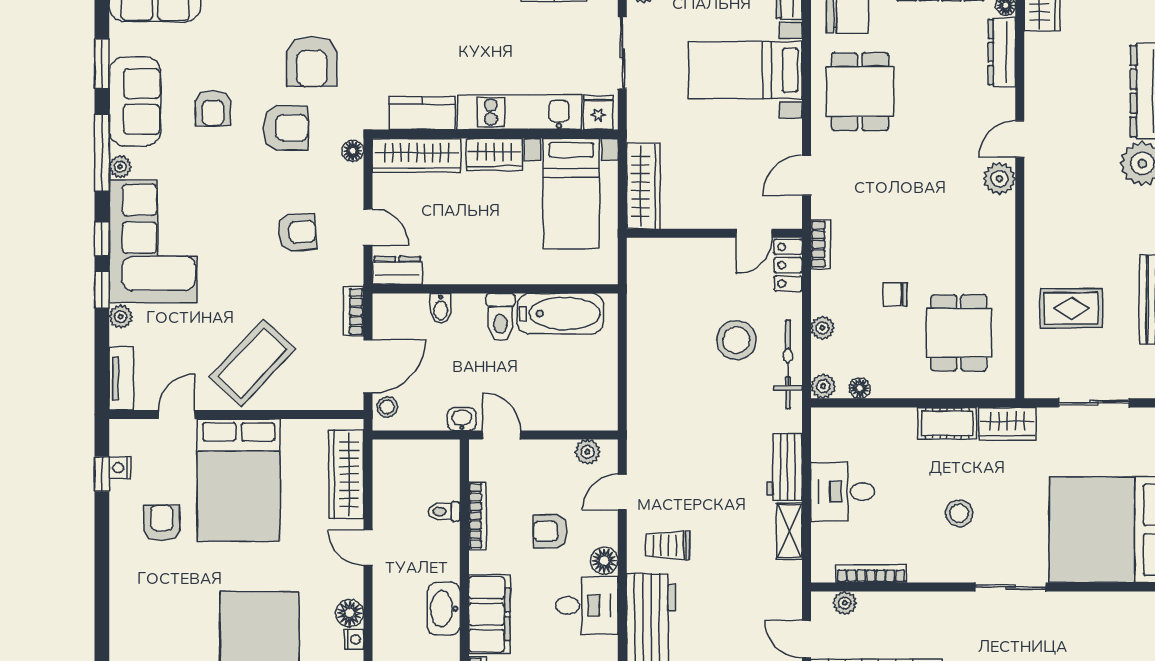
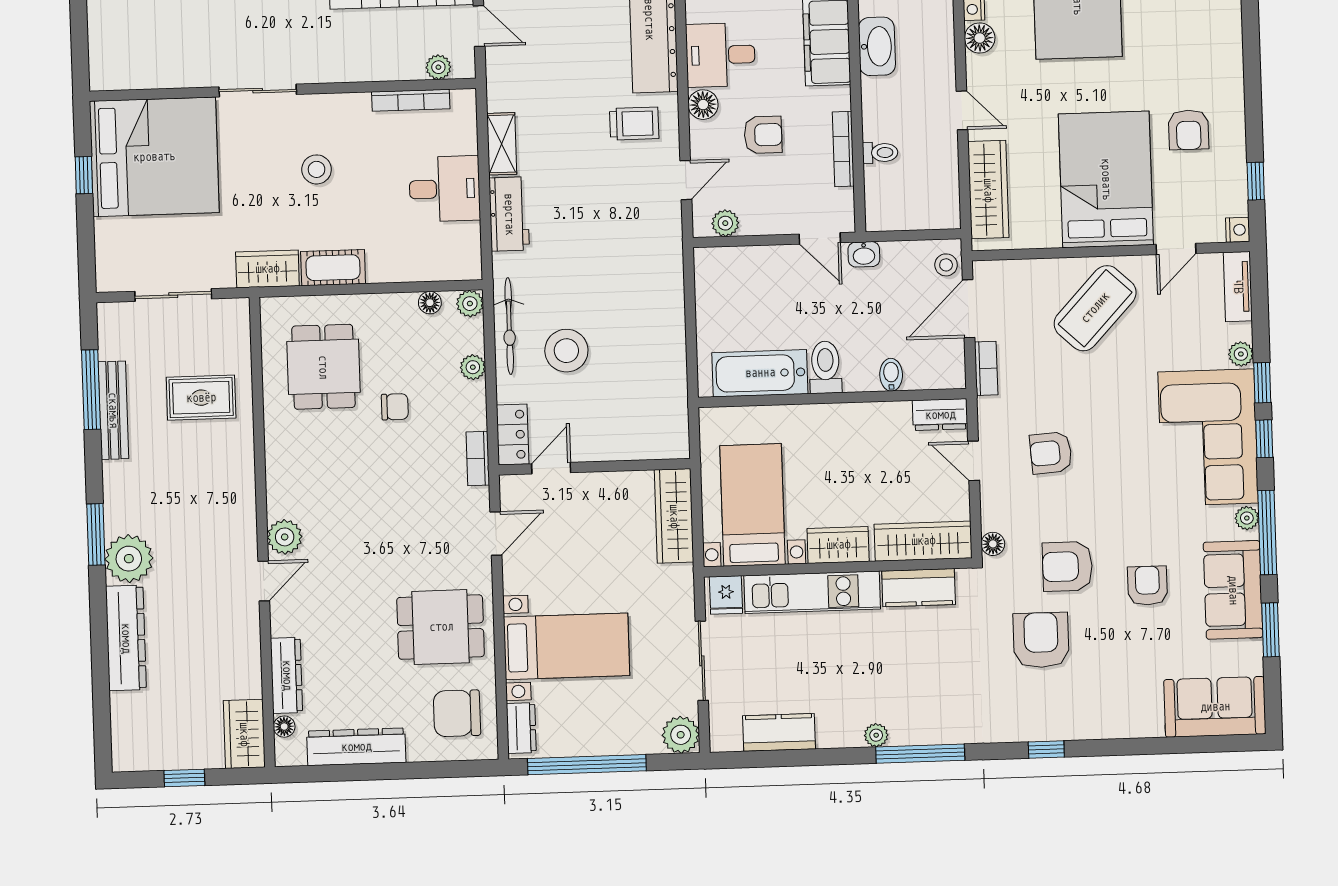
dining table: (860, 92) -> (441, 627), turned 90
nightstand: (120, 468) -> (1238, 230), moved

